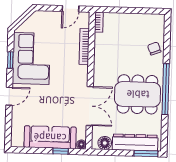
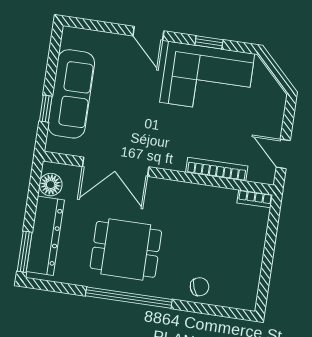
dining table: (138, 94) -> (126, 249), width x0.73
floor lamp: (81, 144) -> (53, 145), removed

